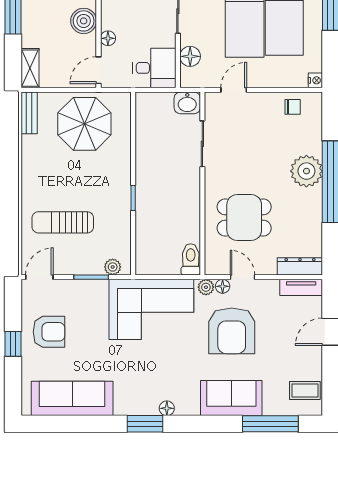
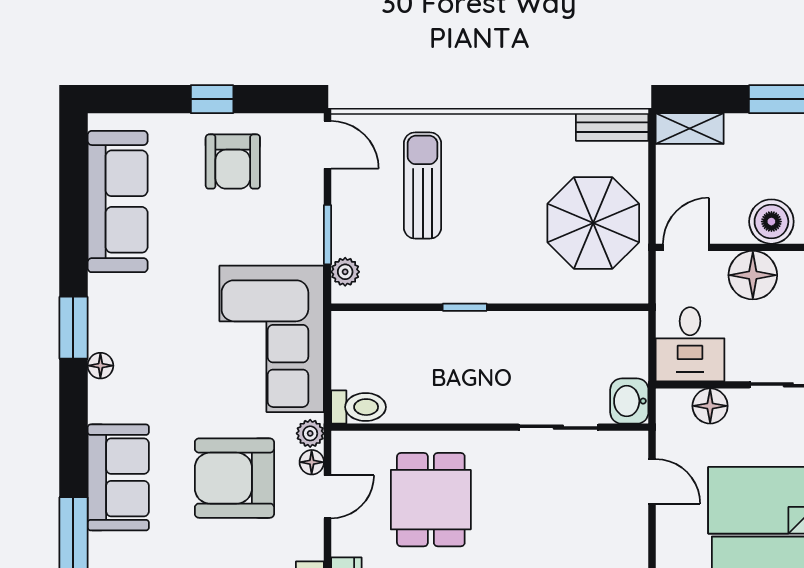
floor lamp: (108, 38) -> (753, 275), width x1.89, depth x1.89
door: (98, 70) -> (686, 247), hinge flipped

